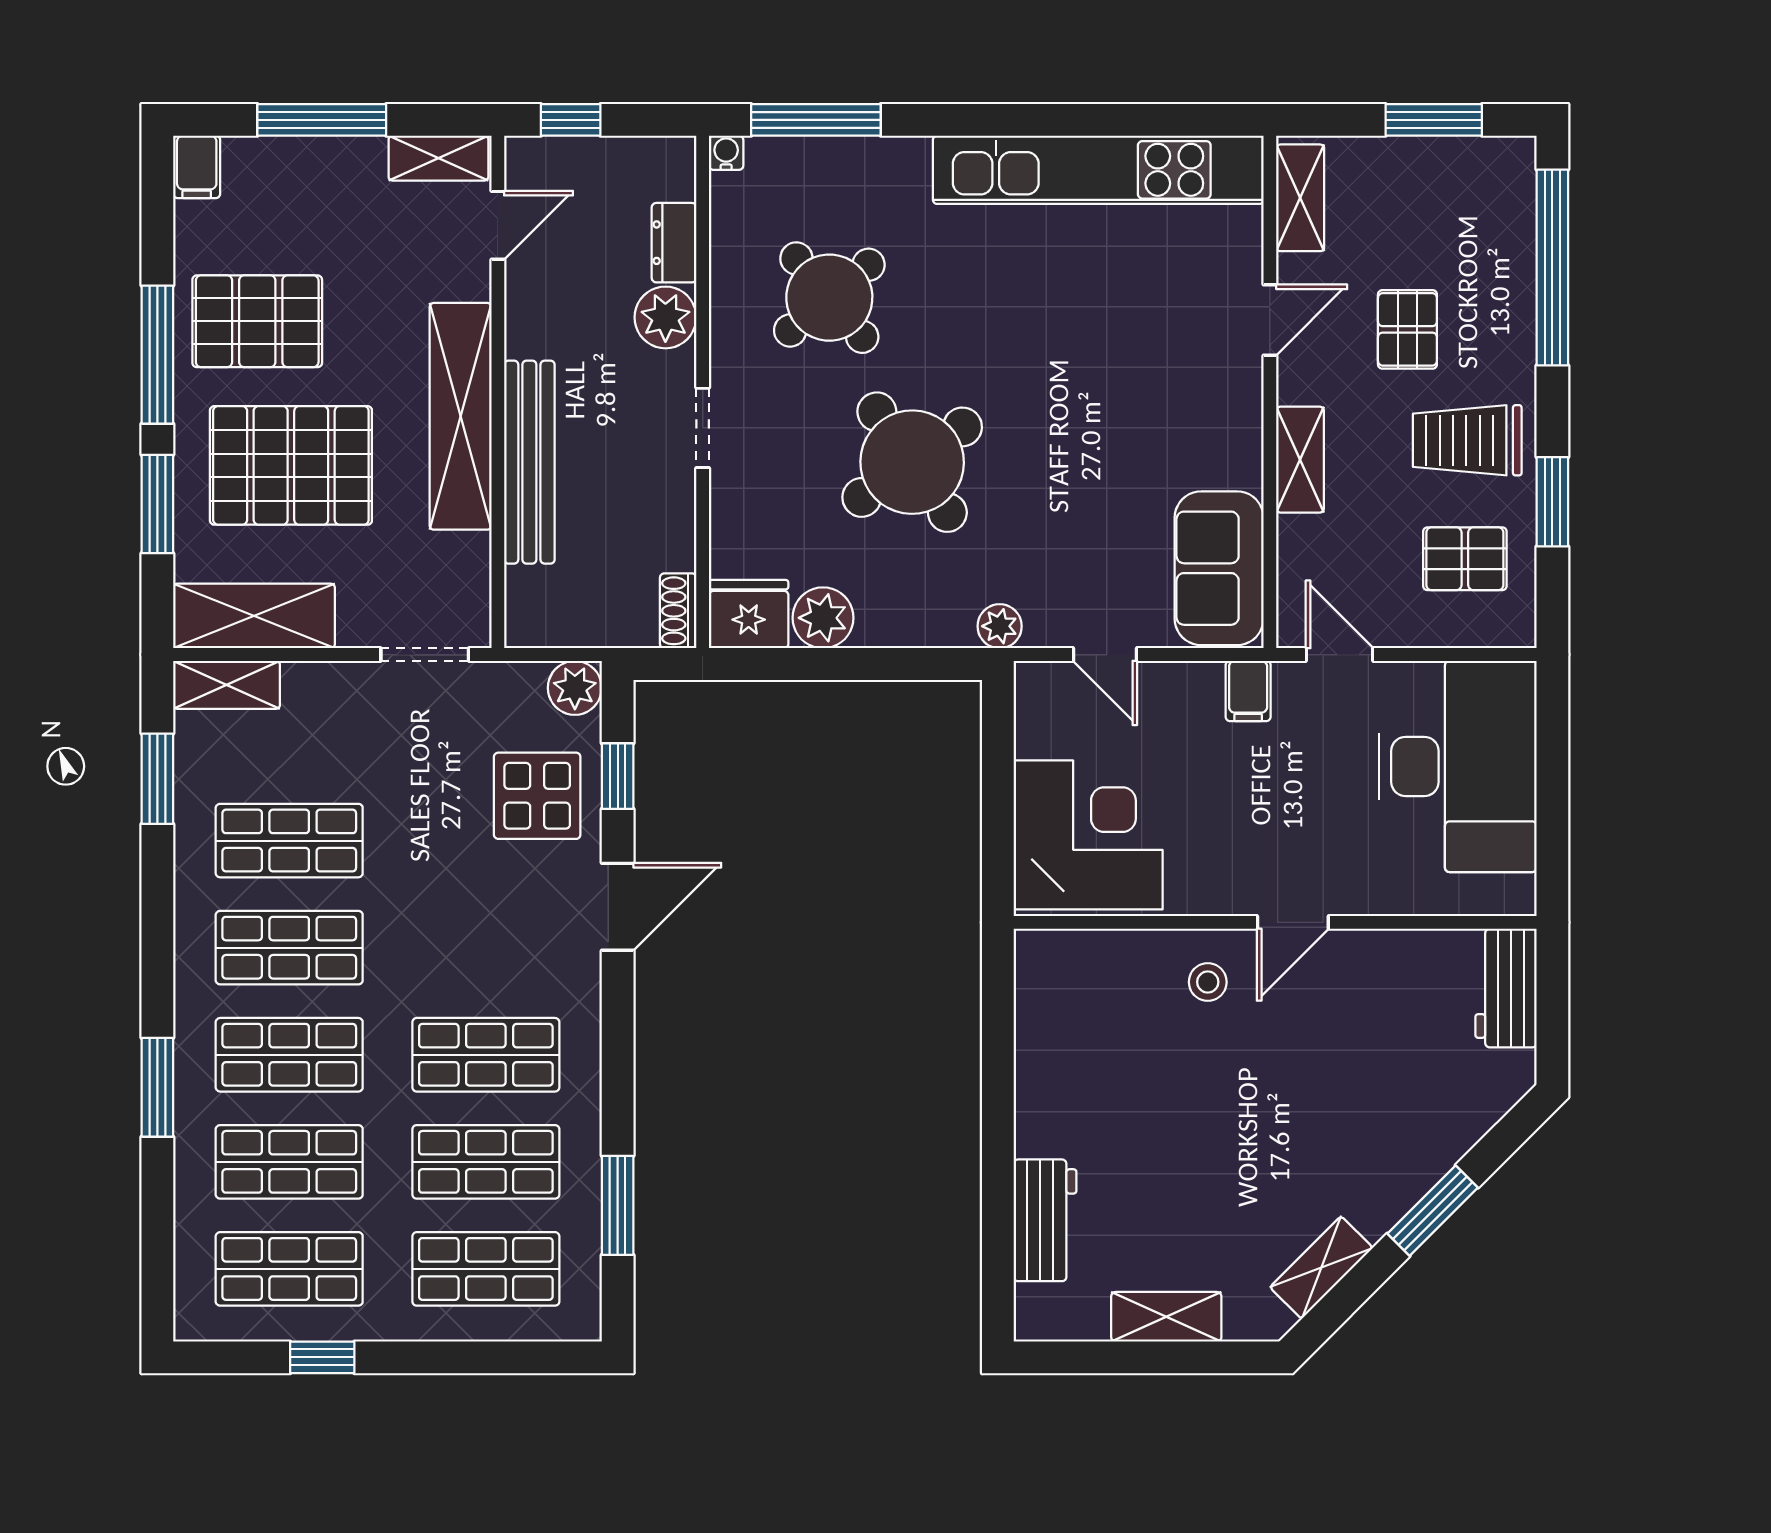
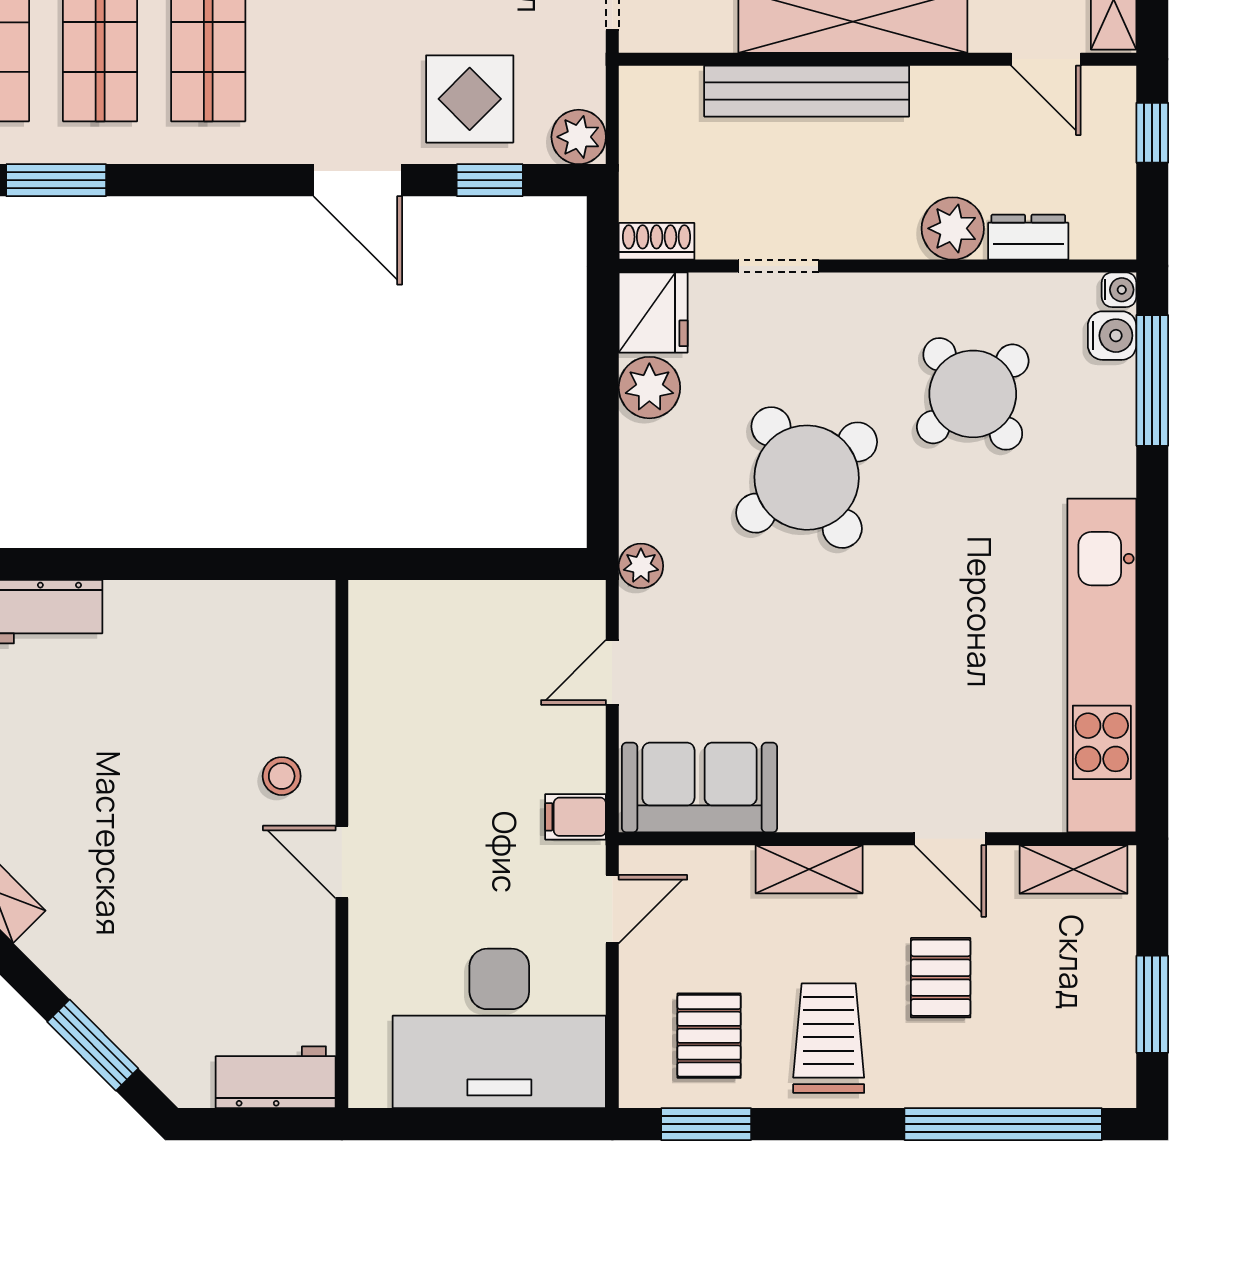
water cooler: (772, 160) -> (1112, 336), added
pallet: (1407, 329) -> (941, 978), turned 90
doorway: (703, 428) -> (778, 266), moved
window: (1552, 502) -> (706, 1124), moved
corner desk: (1088, 835) -> (430, 655), removed
window: (1433, 1211) -> (93, 1045), moved

